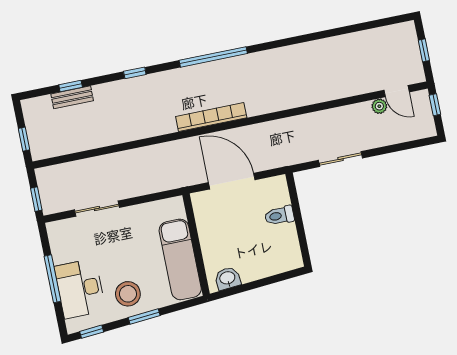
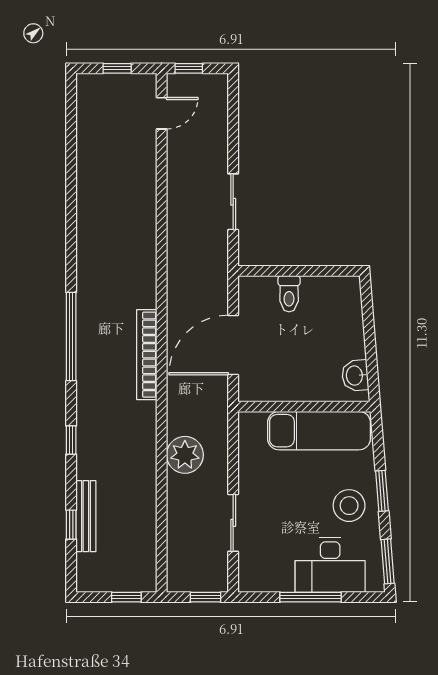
bench: (72, 97) -> (86, 516), width x1.36
plant: (379, 106) -> (185, 455), moved, width x1.87, depth x1.87
window: (92, 332) -> (388, 561), width x1.50

